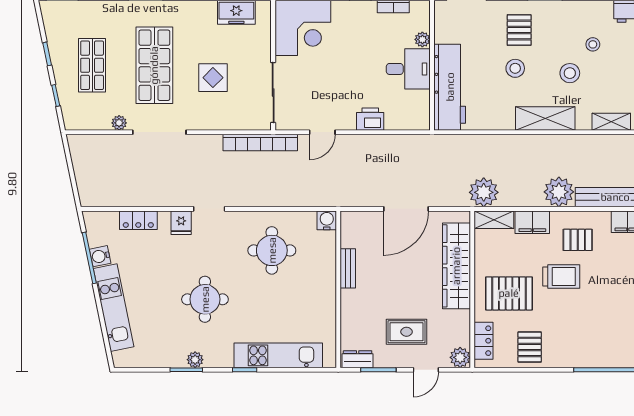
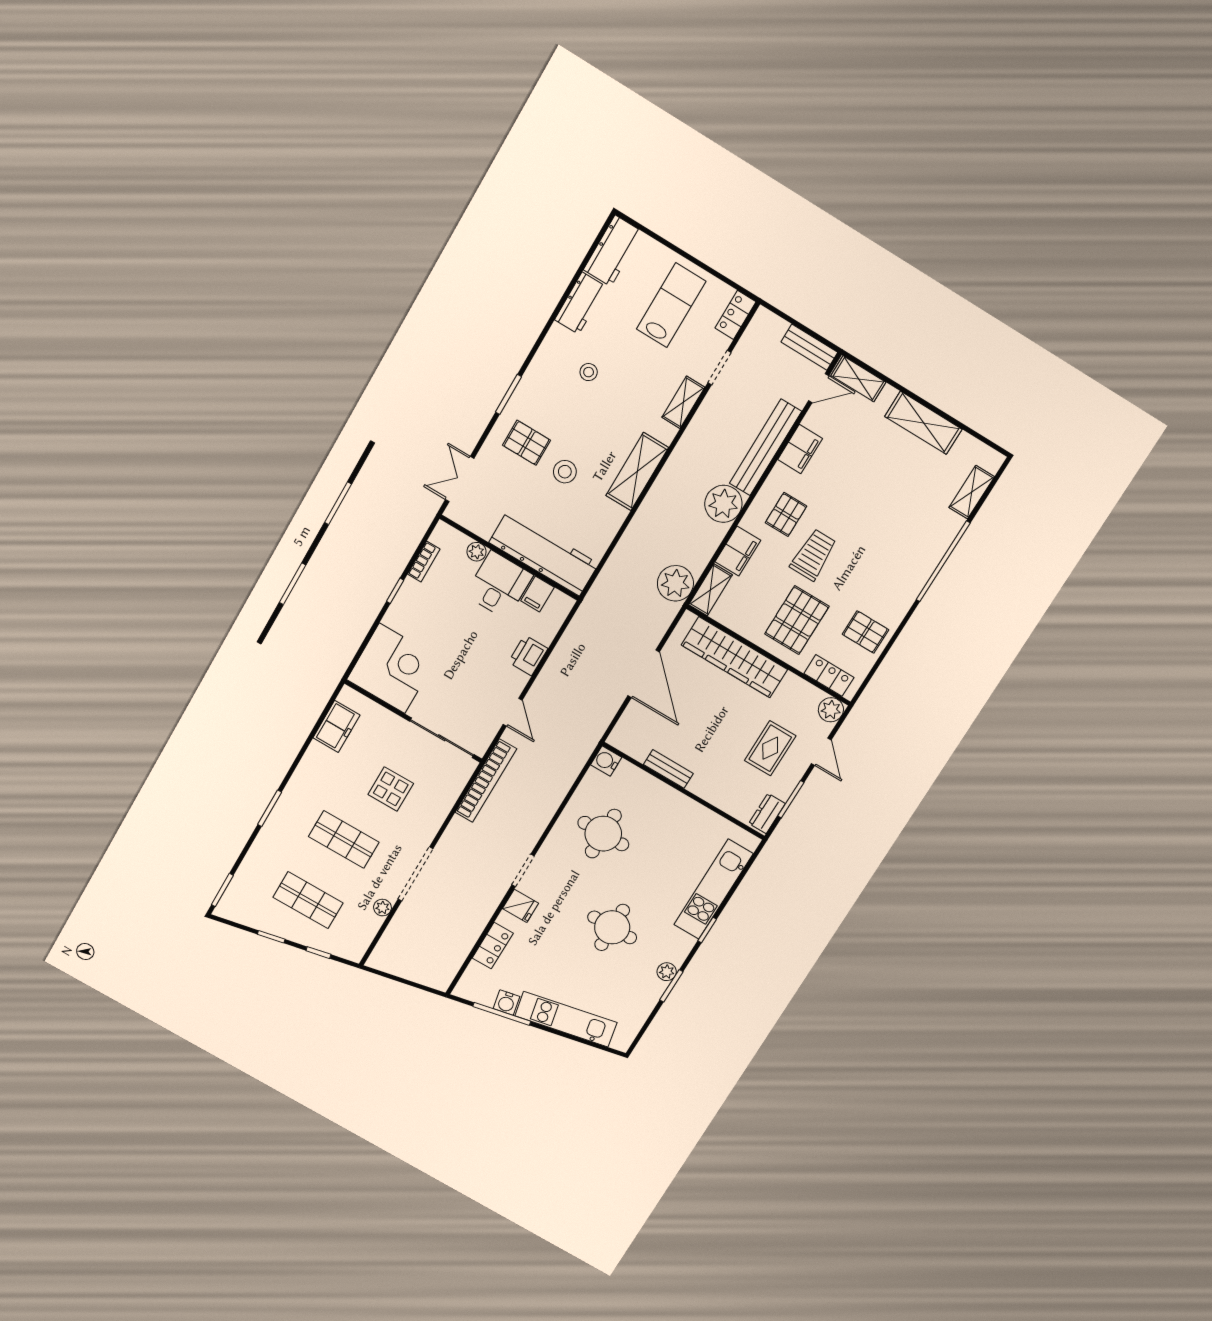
shop shelf: (154, 65) -> (344, 839), width x0.70, depth x0.74
stool: (570, 73) -> (605, 416), removed
filing cabinet: (418, 100) -> (537, 594), added

